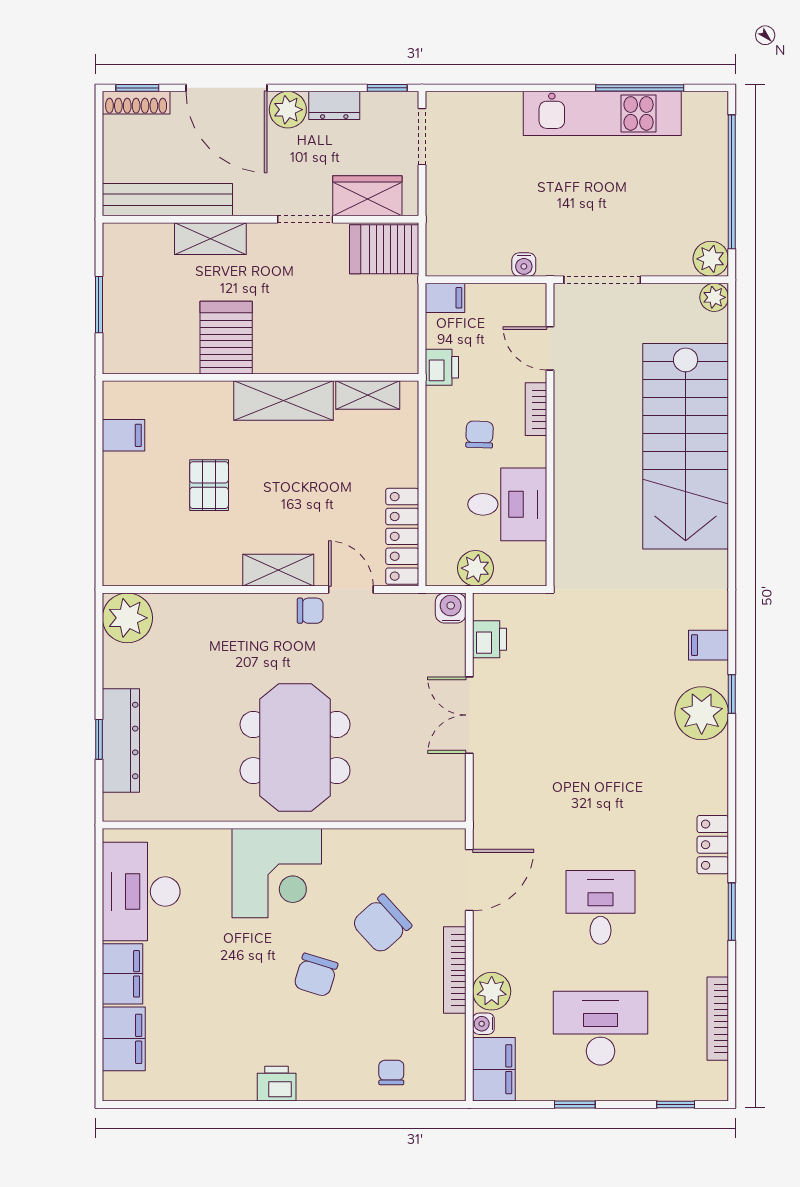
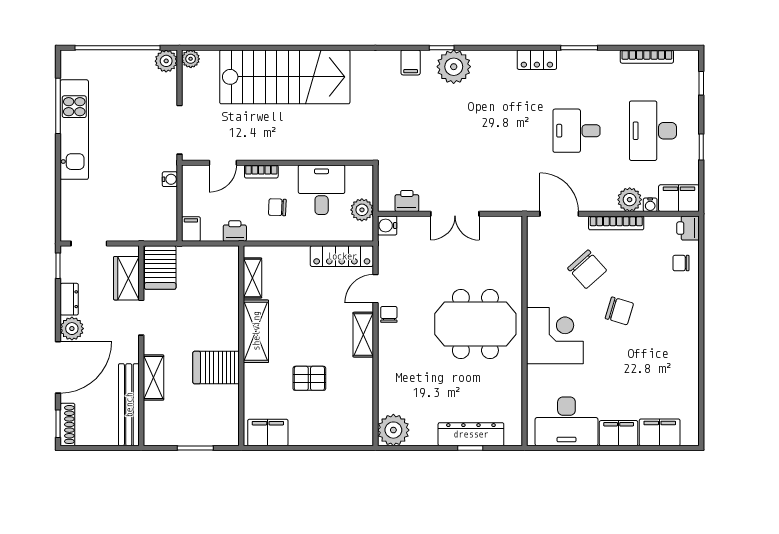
filing cabinet: (123, 435) -> (268, 433), width x2.00
printer: (277, 1084) -> (688, 228), moved

